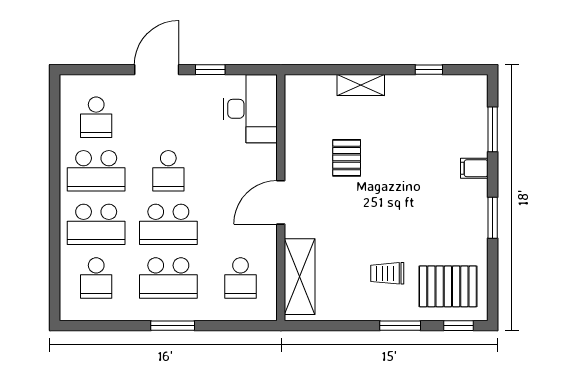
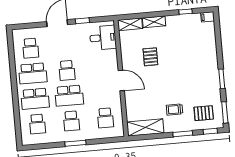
shelving: (310, 86) -> (130, 24), added
desk: (250, 109) -> (103, 38), width x0.73
window: (493, 129) -> (225, 112), moved
filing cabinet: (474, 168) -> (208, 17), moved
door: (281, 202) -> (121, 80), swing flipped
shelving: (300, 277) -> (145, 127), moved, turned 90
school desk: (168, 278) -> (71, 121), width x0.54
pallet: (448, 286) -> (204, 113), width x0.67, depth x0.71

